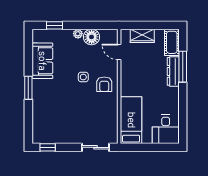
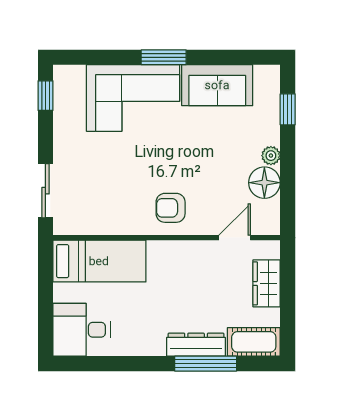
side table: (83, 77) -> (185, 166), removed
corner sofa: (49, 103) -> (133, 98), added

